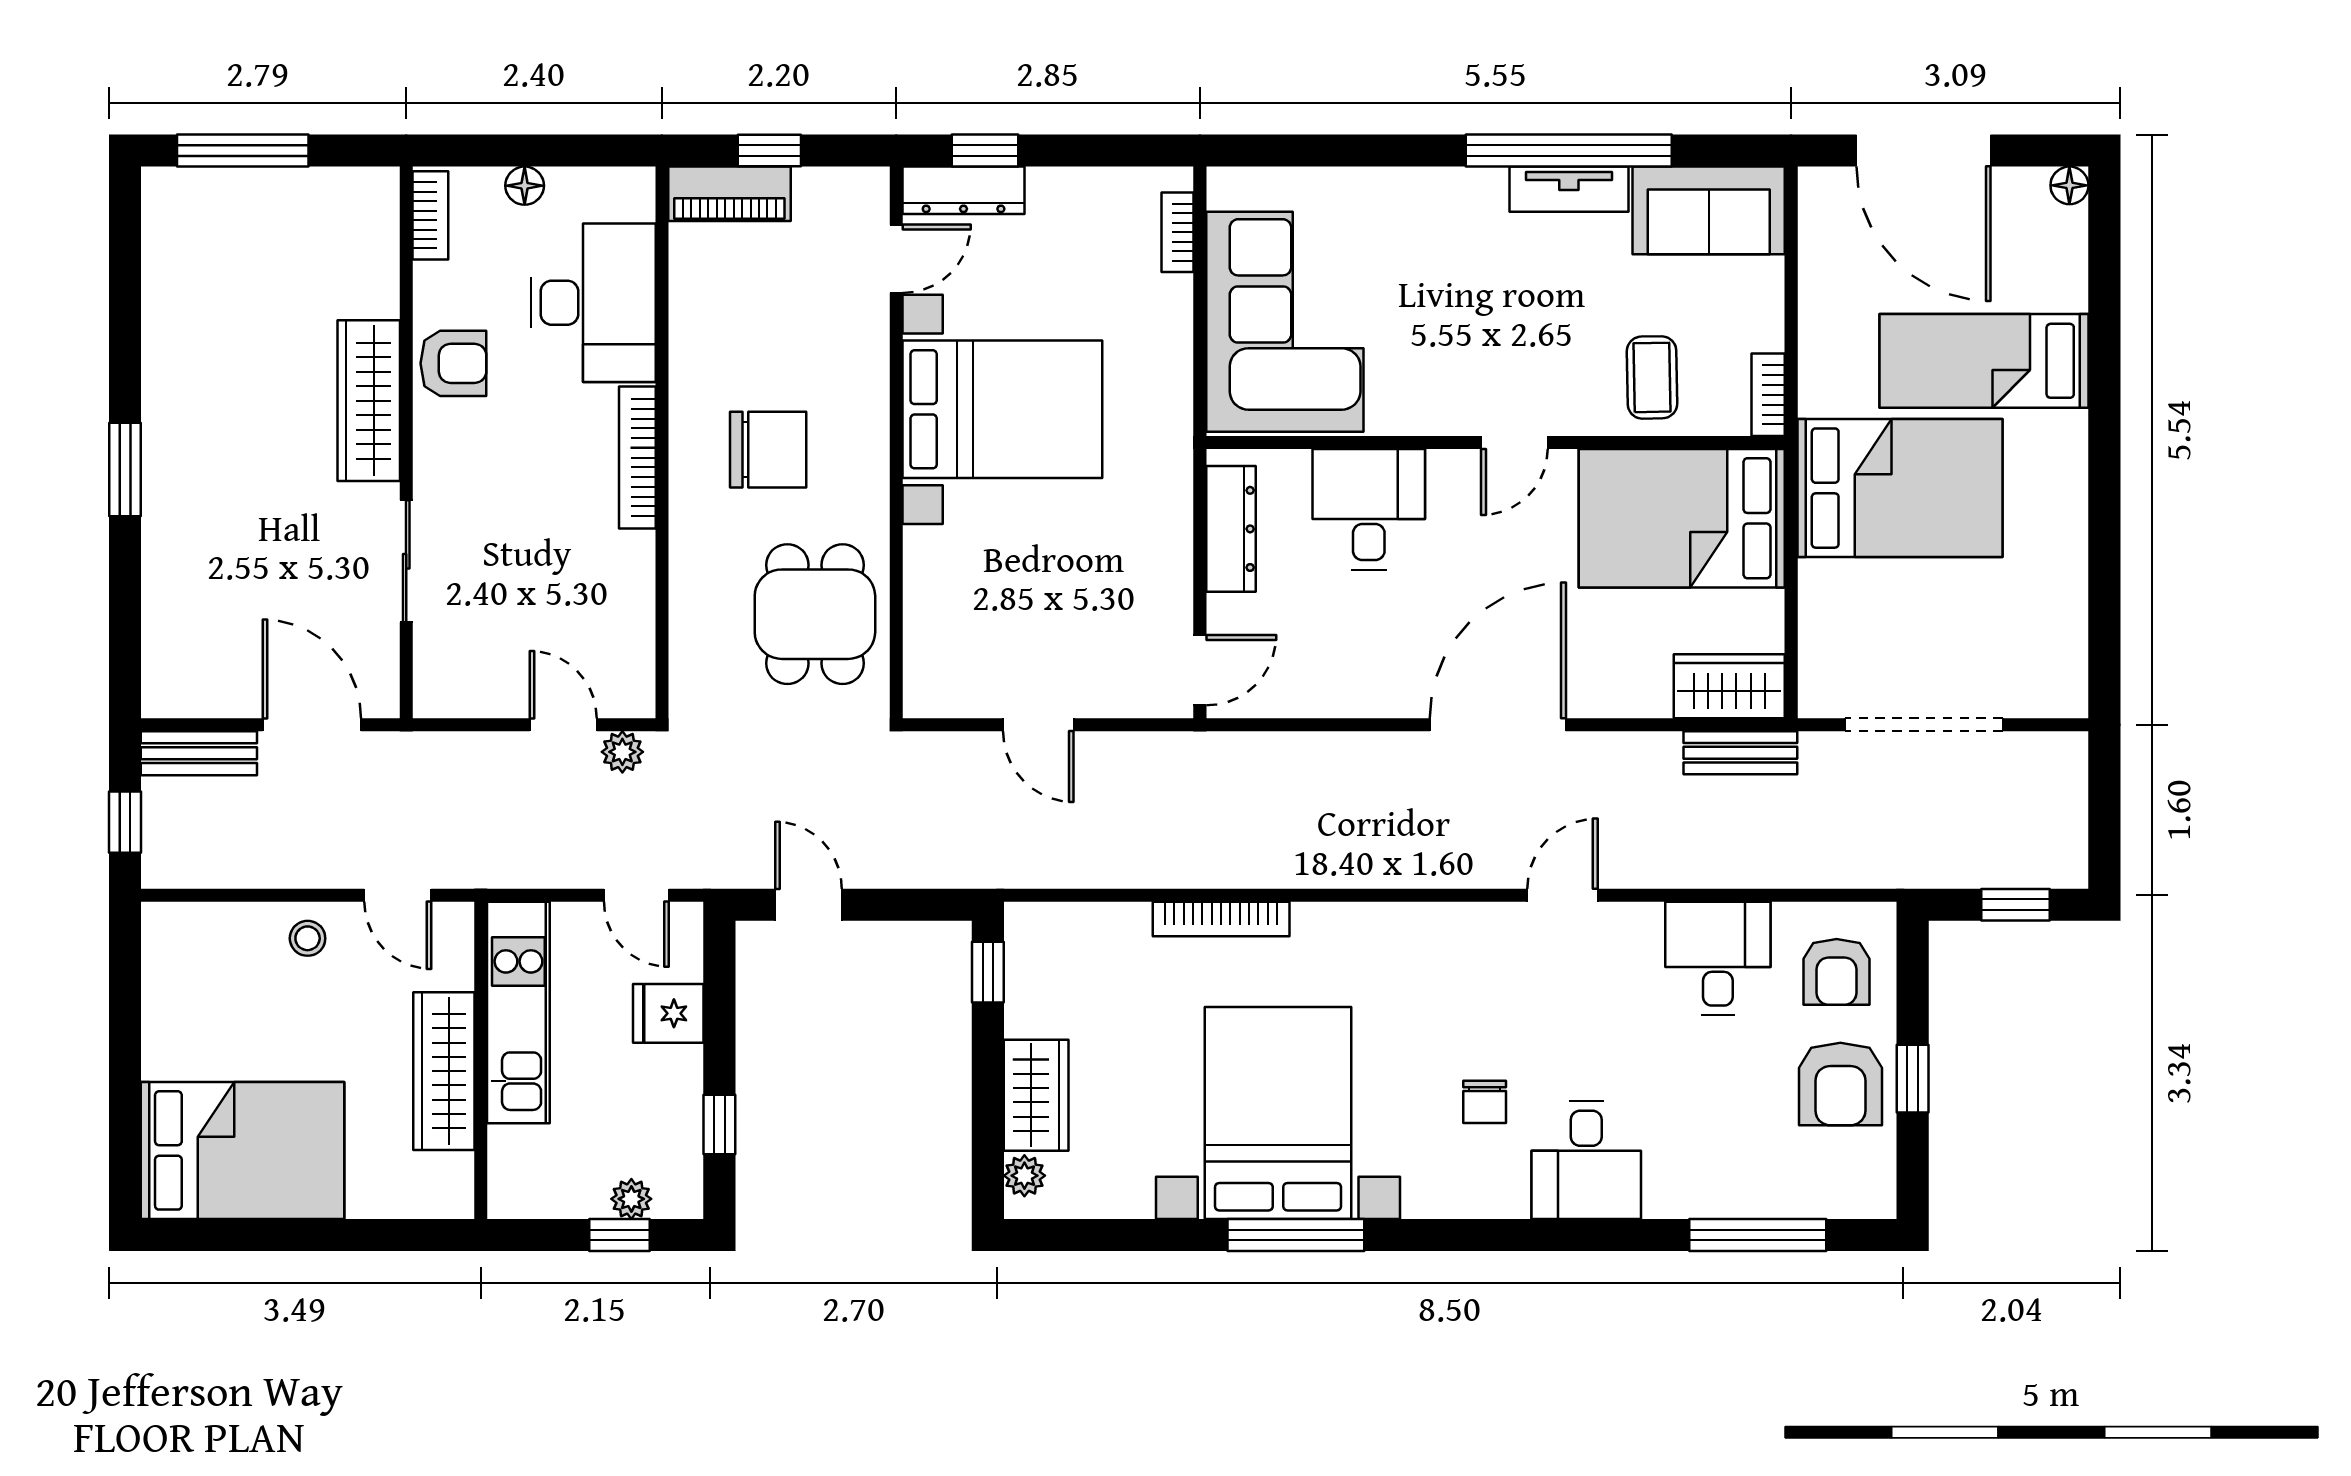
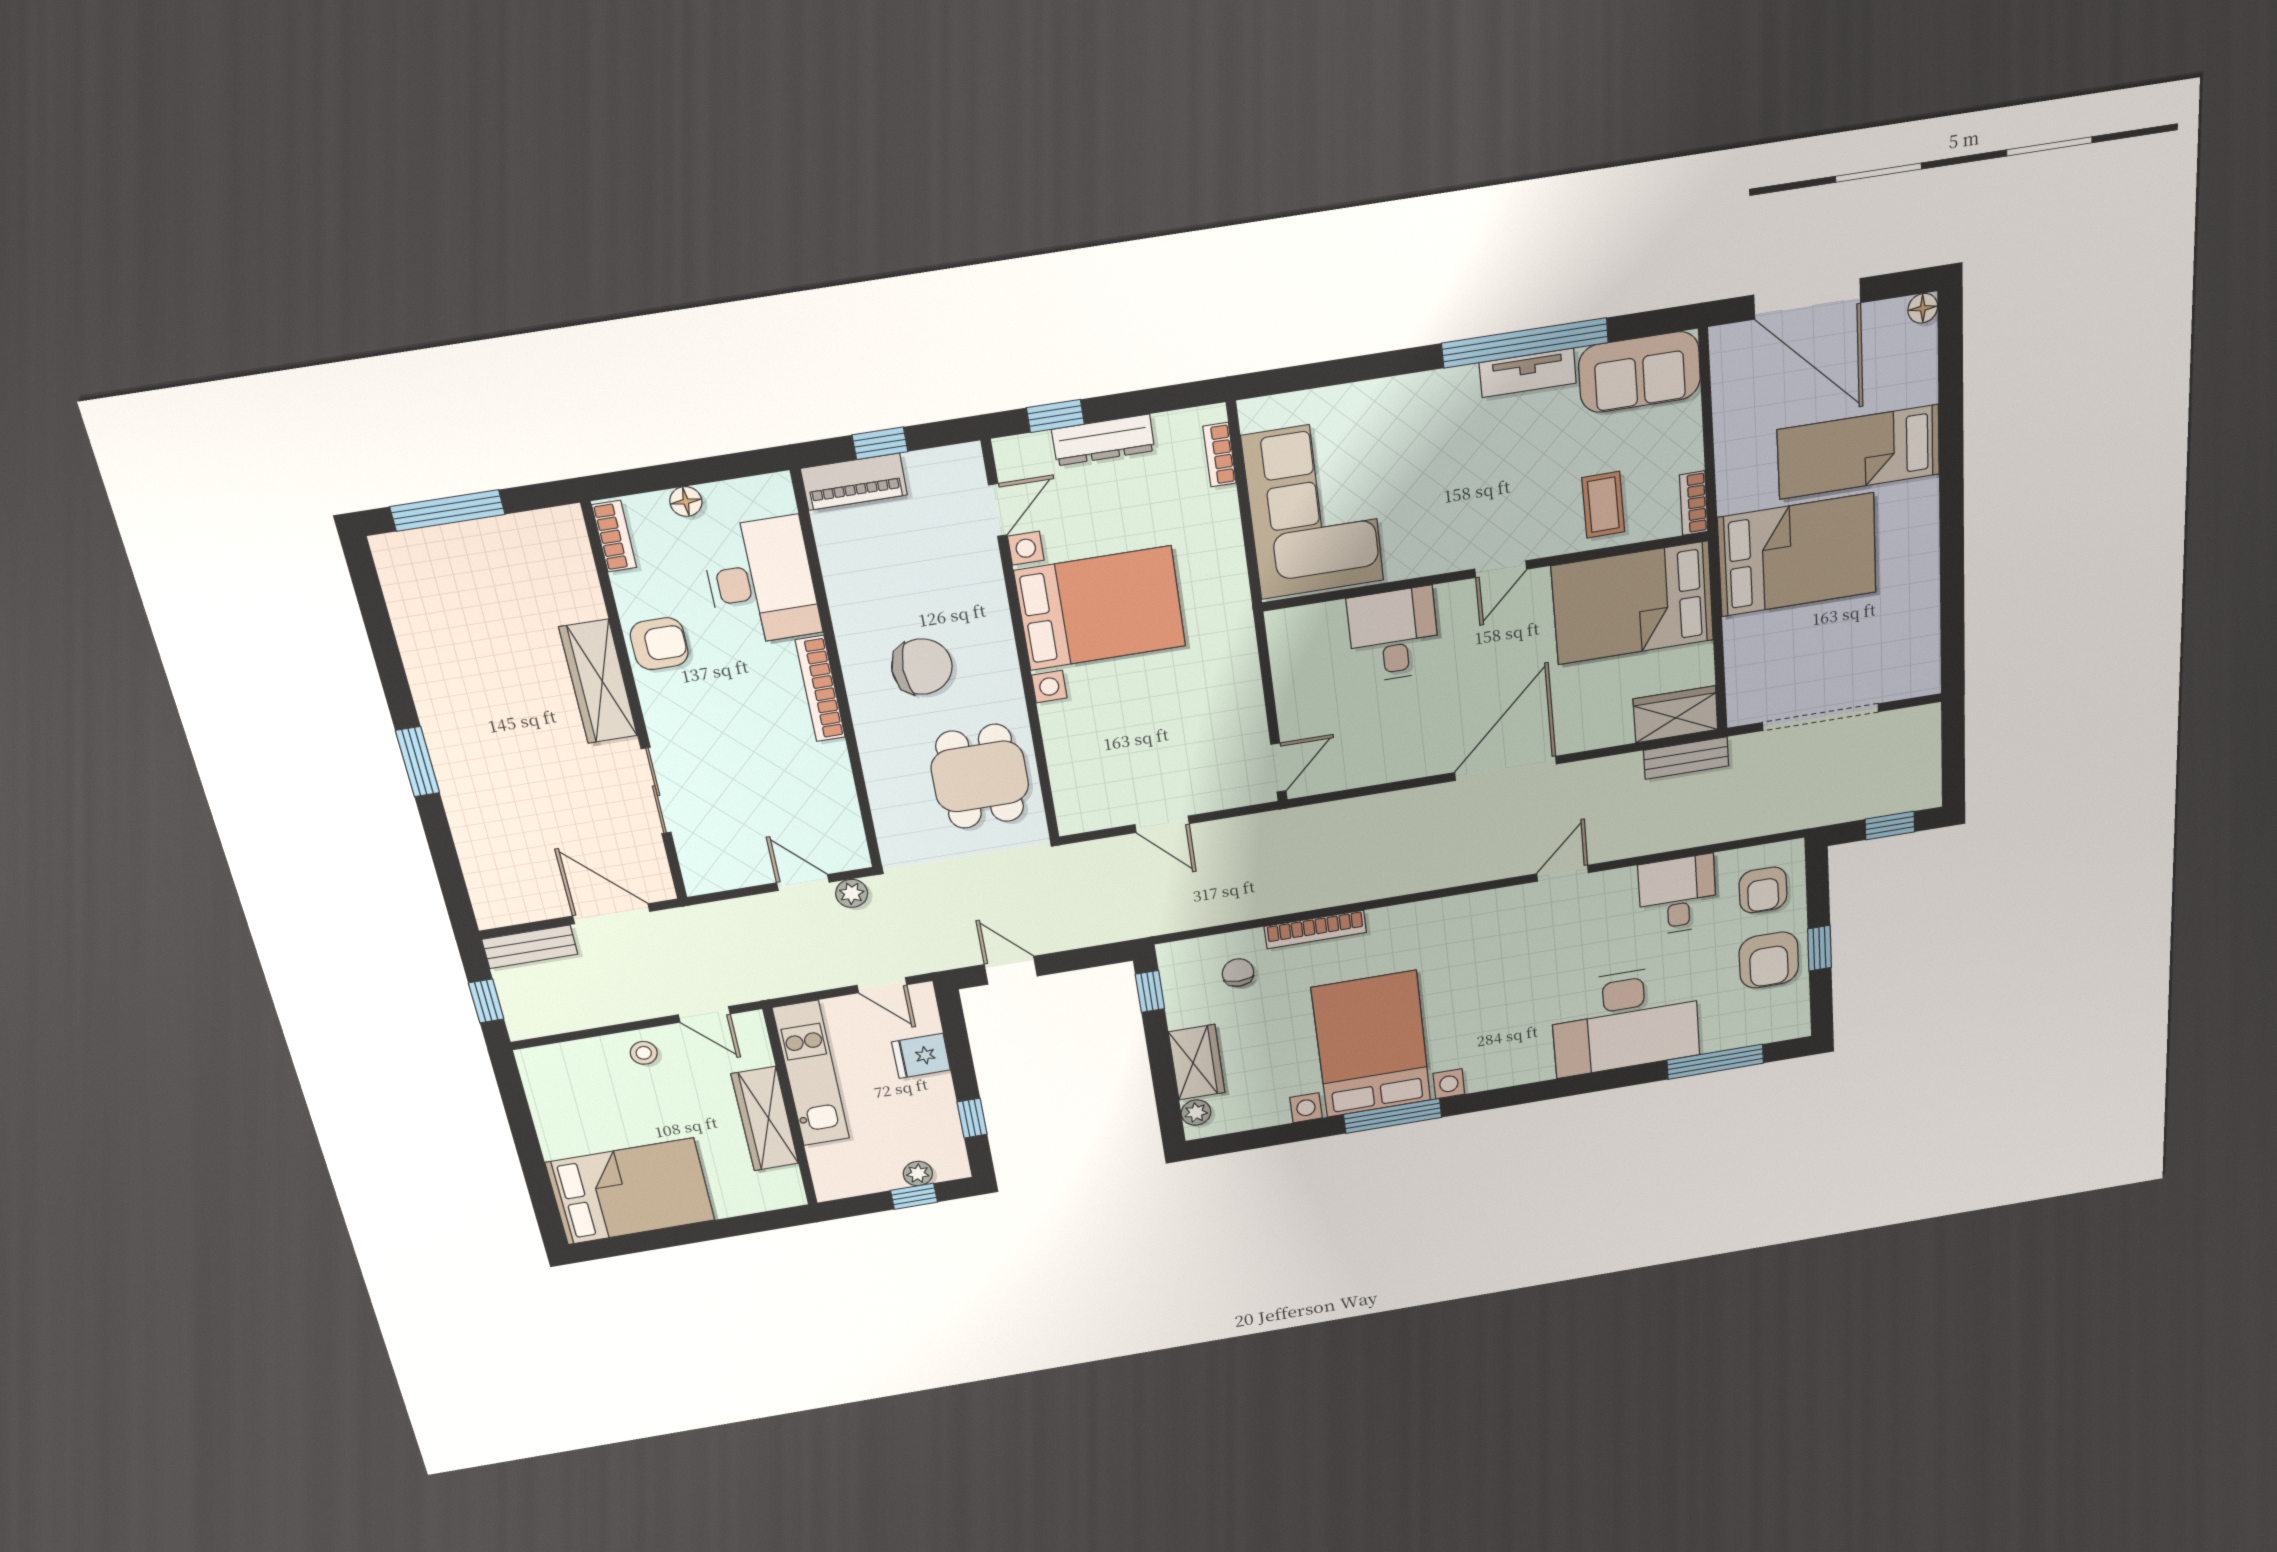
dresser: (964, 190) -> (1103, 440), moved
dresser: (1231, 529) -> (1289, 666), removed
chair: (1485, 1102) -> (1238, 973), moved, turned 180
desk: (1586, 1160) -> (1625, 1020), width x1.87, depth x1.30

